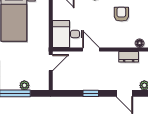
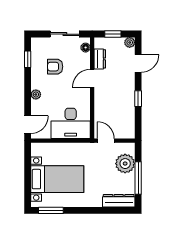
desk: (67, 34) -> (71, 123), width x1.37
door: (91, 49) -> (92, 78), moved
plant: (24, 85) -> (125, 164), width x1.88, depth x1.88

